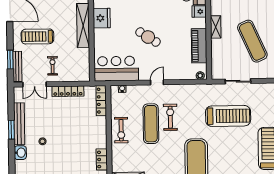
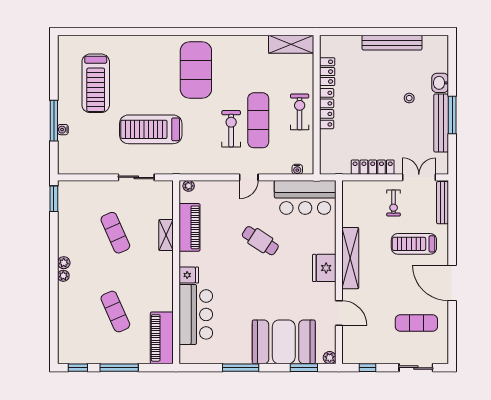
shelving: (216, 27) -> (166, 235), moved
treadmill: (37, 36) -> (414, 244), turned 180
exercise mat: (252, 41) -> (115, 233), width x0.73, depth x0.69
window: (10, 60) -> (452, 212), removed
locker: (101, 101) -> (327, 109), moved
exercise bike: (170, 117) -> (231, 129), turned 180
window: (11, 130) -> (452, 115), width x1.44

